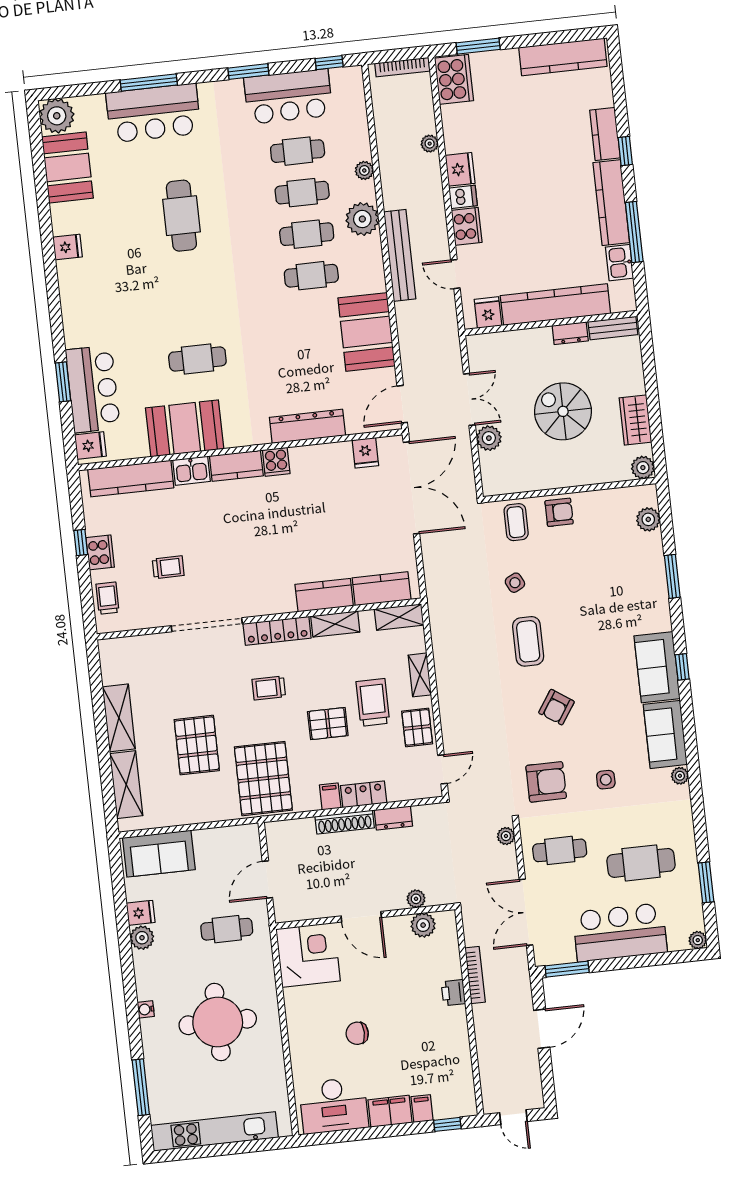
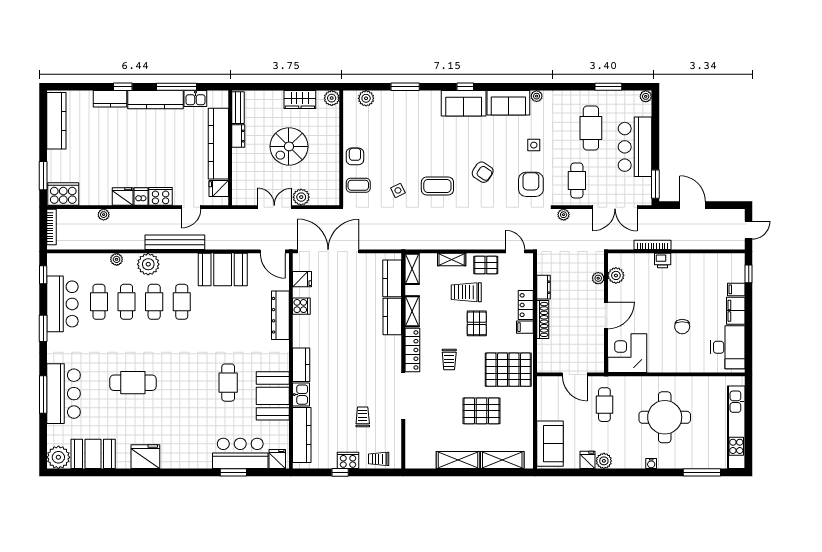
fridge: (67, 247) -> (145, 457), width x1.88, depth x1.34
cooker: (276, 462) -> (301, 306), moved

